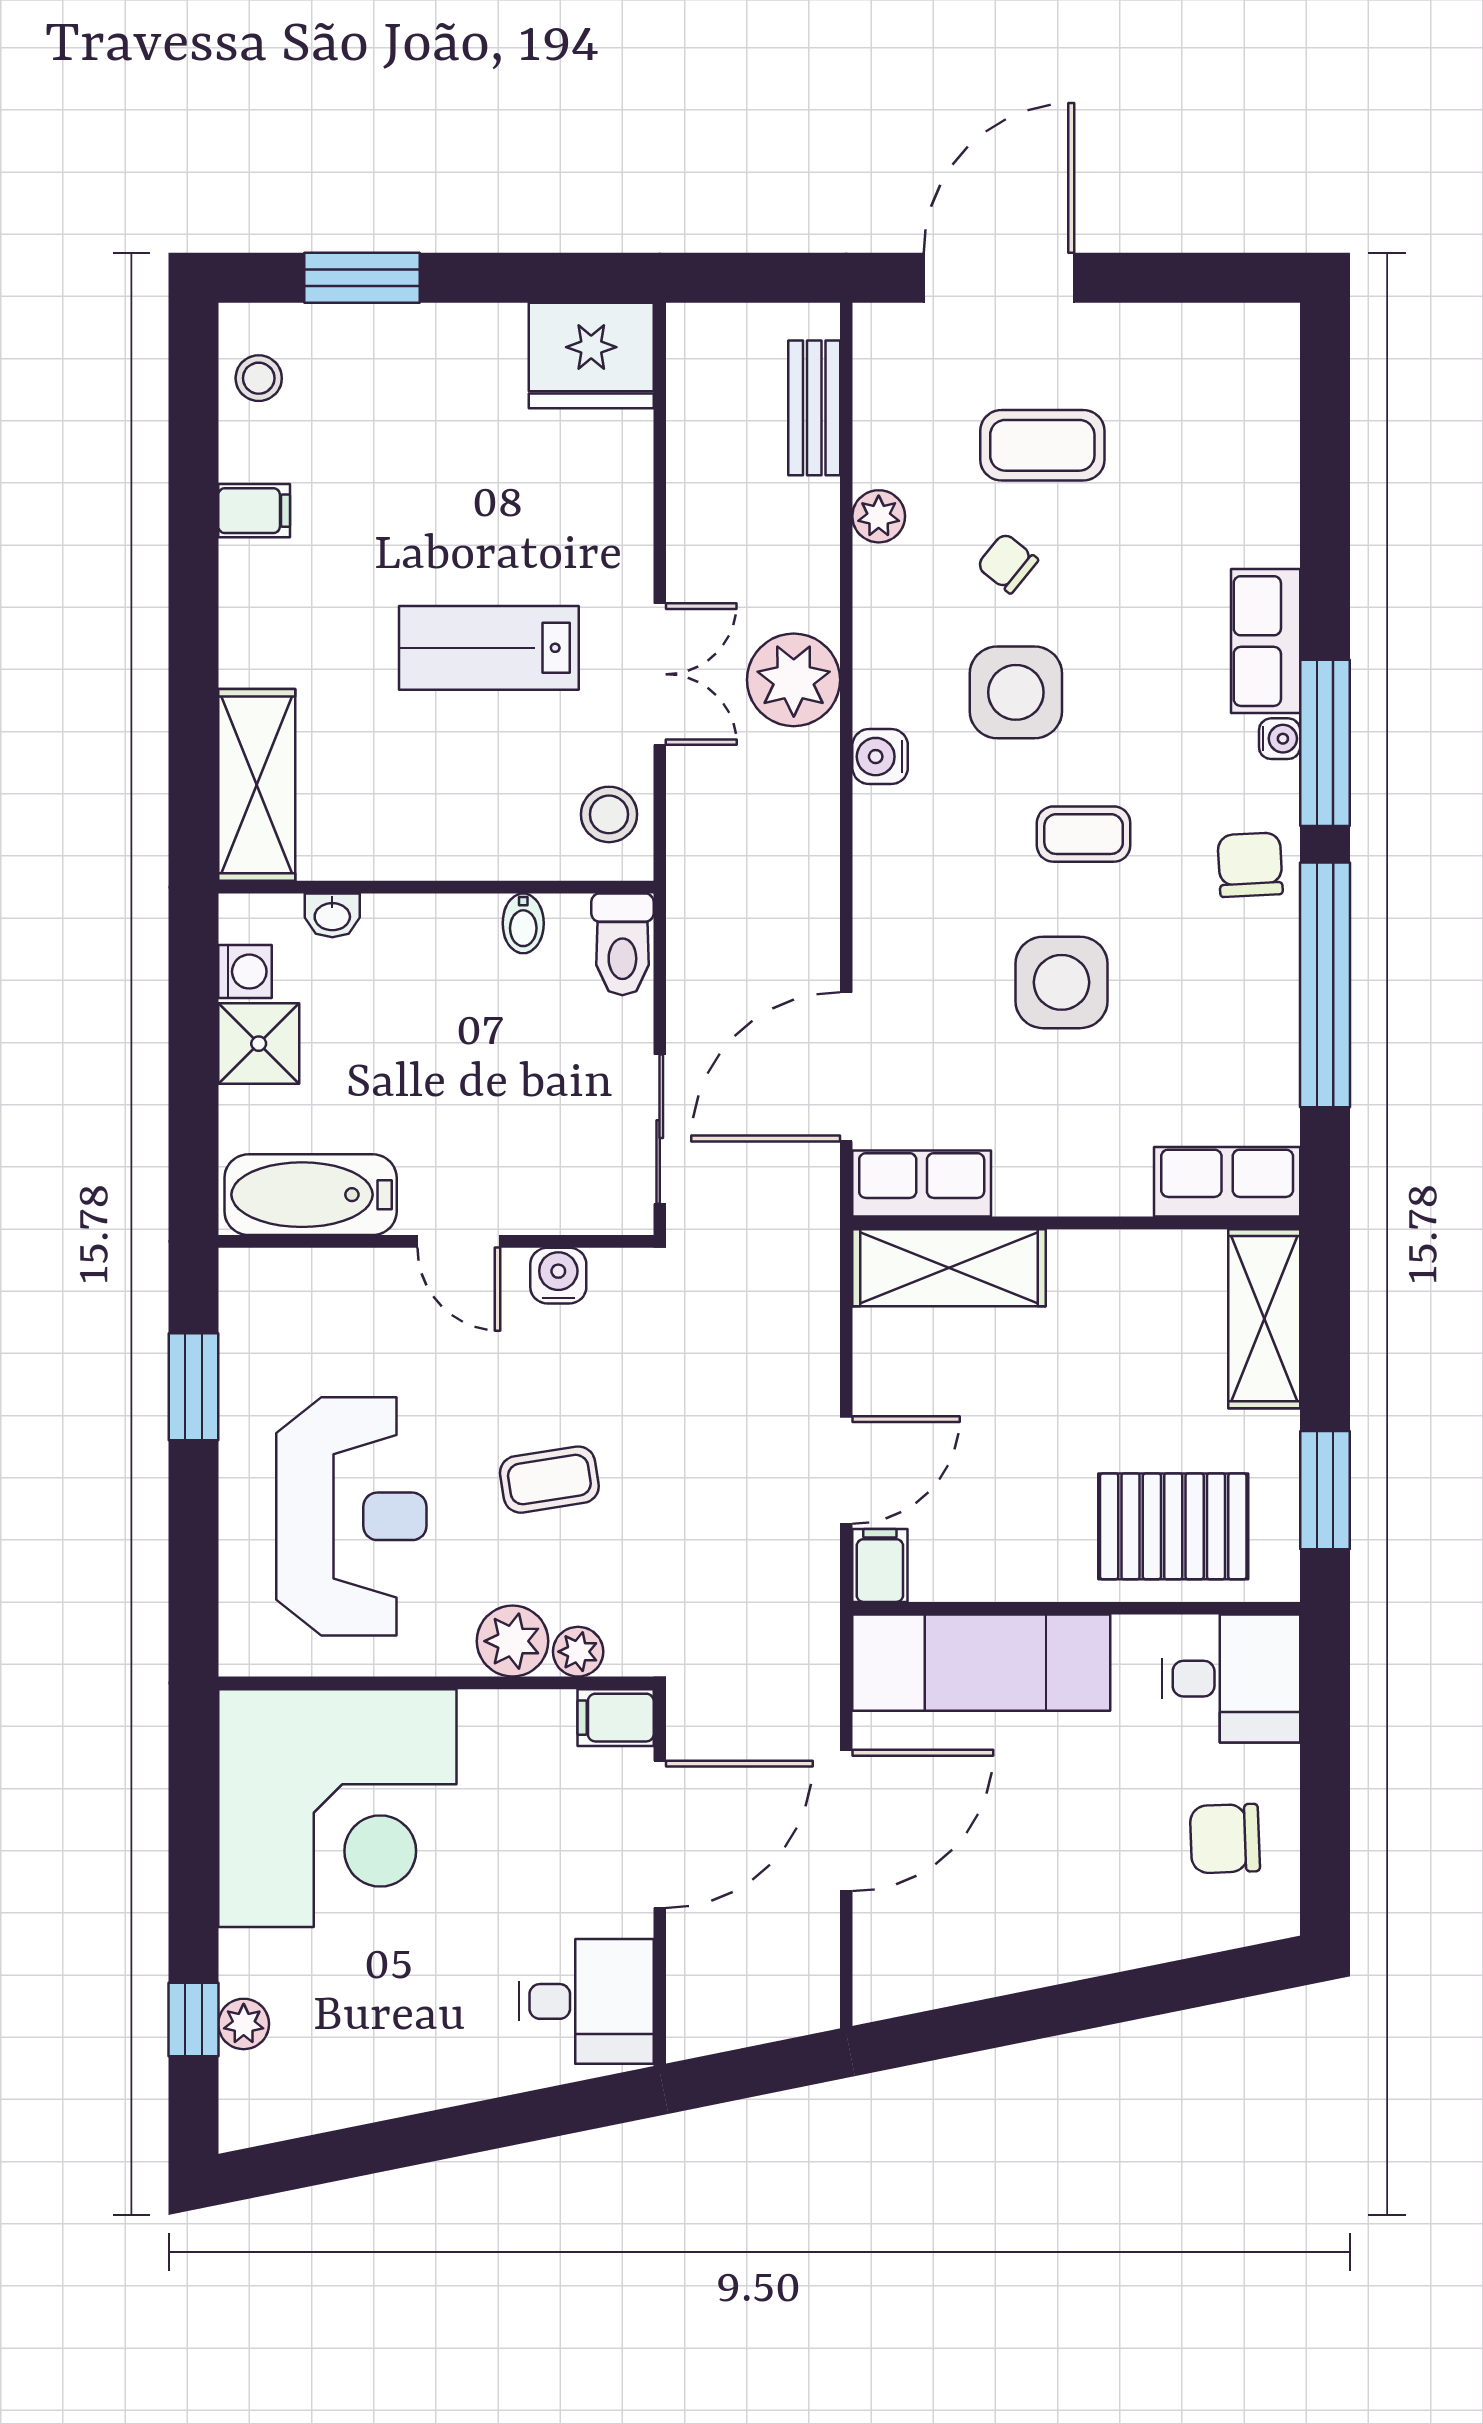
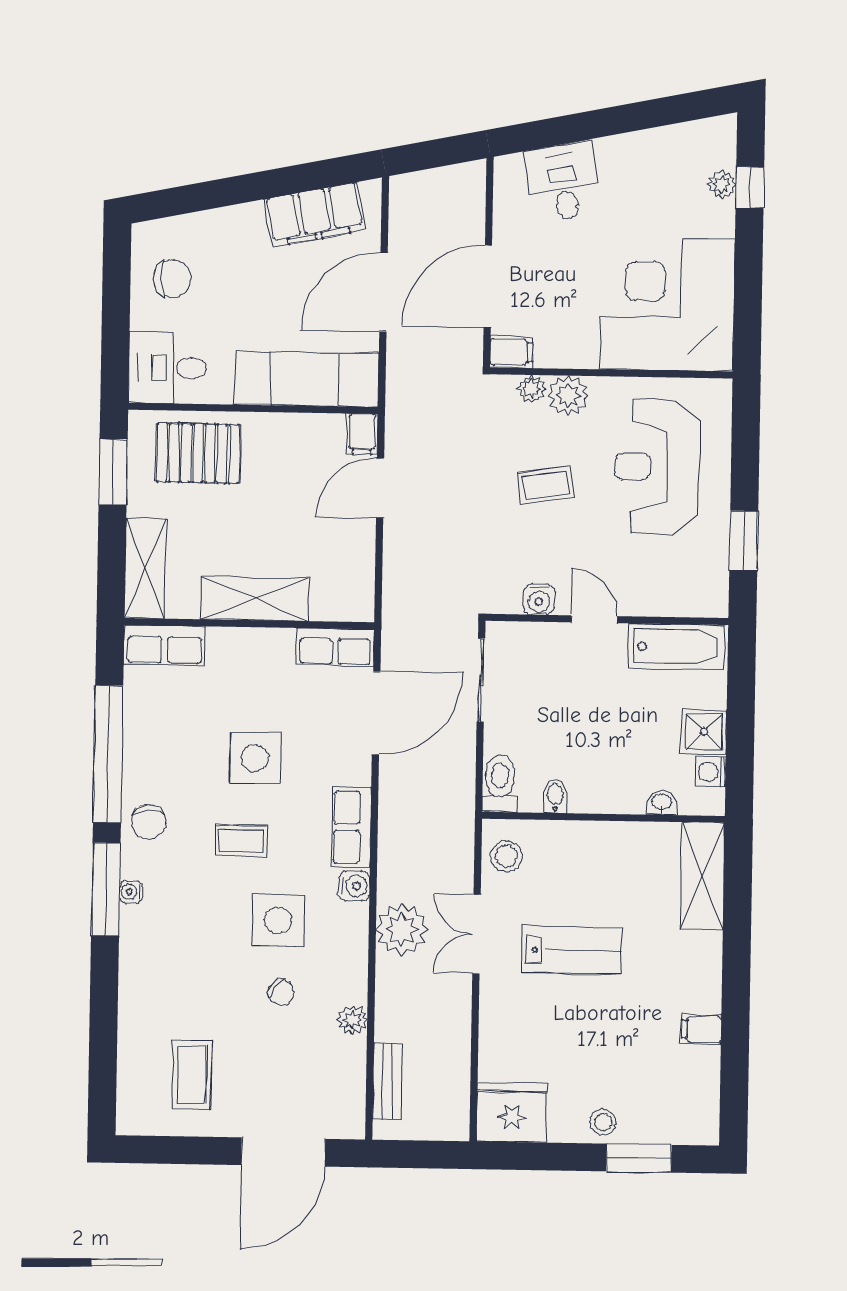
stool: (259, 378) -> (603, 1122), moved
coffee table: (1042, 445) -> (192, 1074), moved, turned 90
row of seats: (1266, 641) -> (351, 827), moved, turned 180
shelving: (949, 1268) -> (255, 599), moved
filing cabinet: (971, 1957) -> (315, 215), added
desk: (586, 2001) -> (563, 182), moved, turned 79

